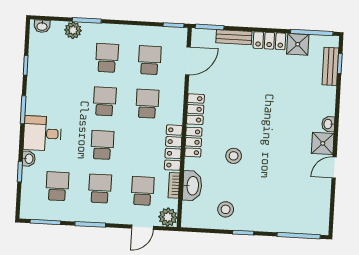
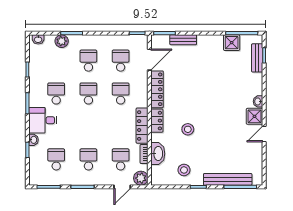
locker: (269, 41) -> (210, 41), removed
locker: (195, 109) -> (157, 89), width x1.53
school desk: (102, 145) -> (56, 94), moved
bench: (283, 225) -> (228, 179), added

